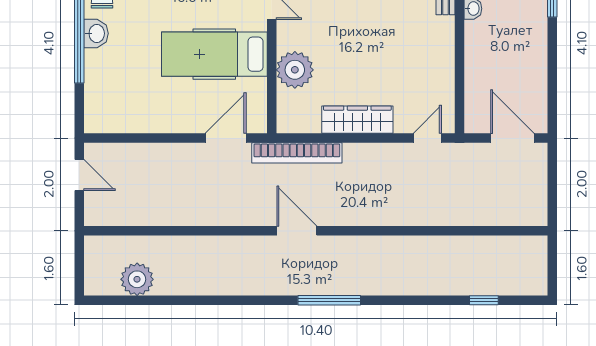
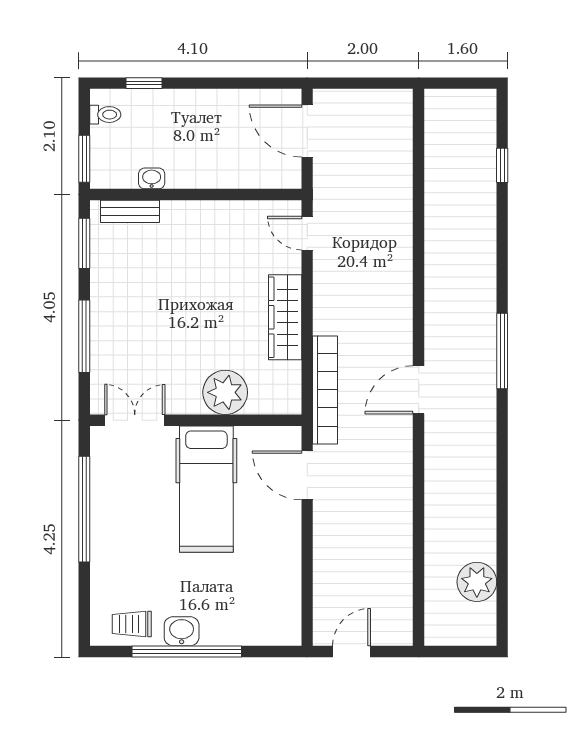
door: (512, 138) -> (307, 131), hinge flipped

